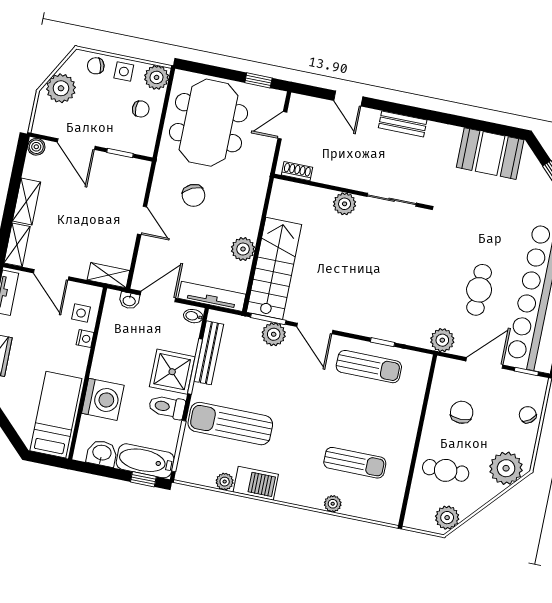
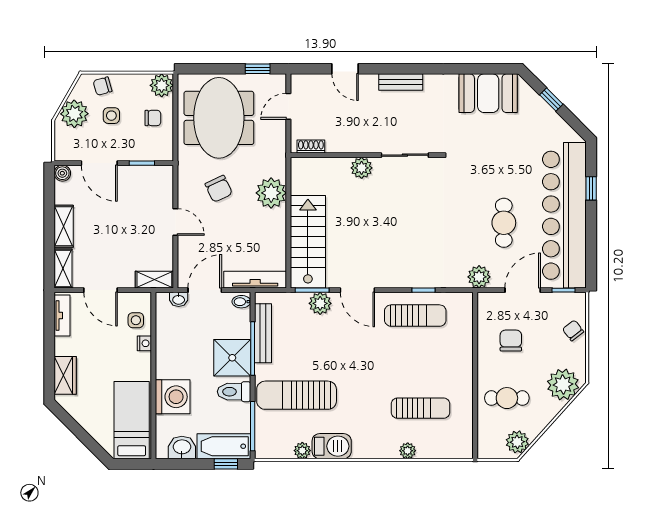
side table: (124, 72) -> (111, 116), moved
plant: (243, 249) -> (271, 193), moved, width x1.36, depth x1.36

